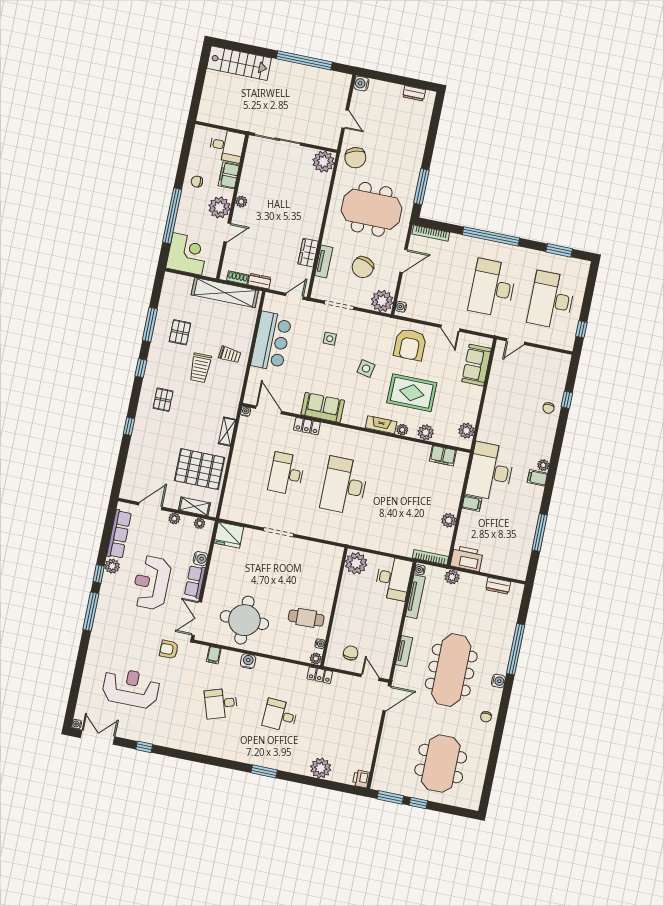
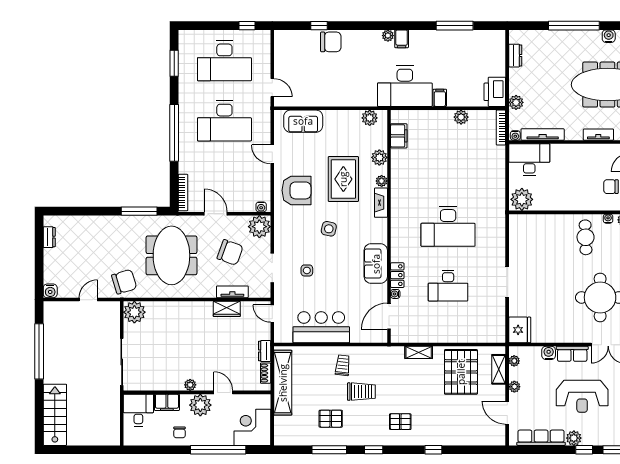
door: (450, 328) -> (272, 154), swing flipped
chair: (549, 408) -> (331, 42), width x1.87, depth x1.87
water cooler: (246, 412) -> (395, 294), moved

